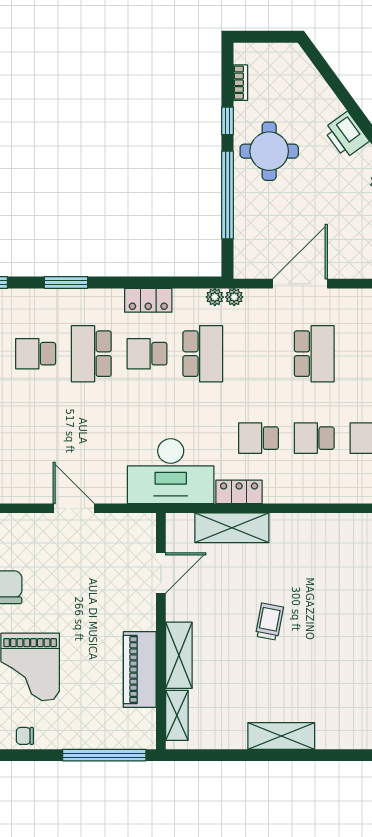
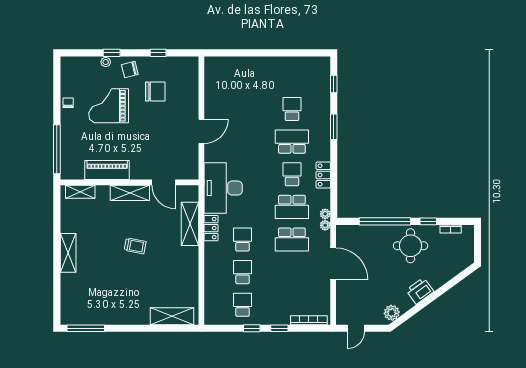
school desk: (314, 354) -> (292, 240), moved
shelving: (179, 655) -> (130, 193), moved

